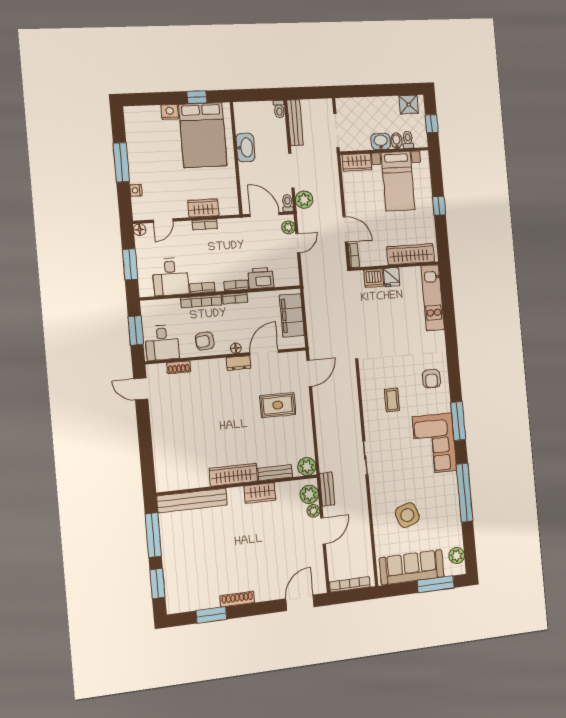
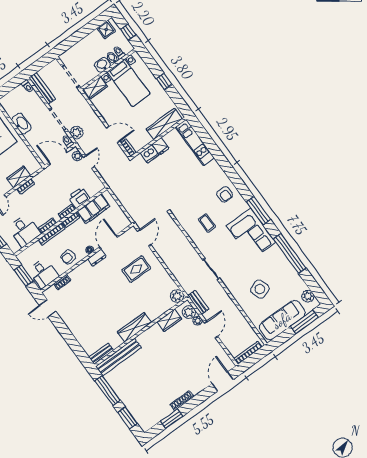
filing cabinet: (292, 315) -> (93, 209), moved, turned -90
bench: (275, 473) -> (101, 354), moved
wardrobe: (260, 493) -> (169, 320), moved

